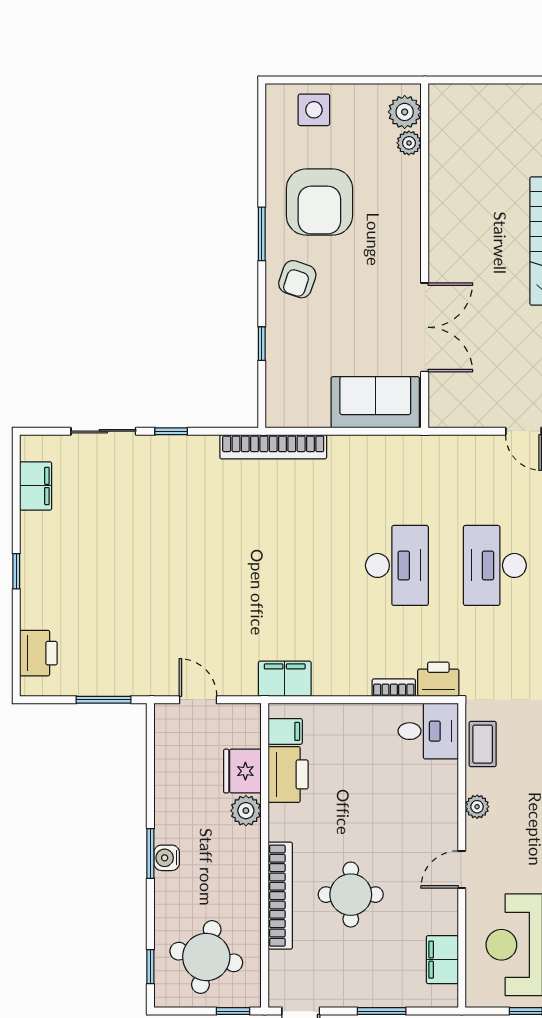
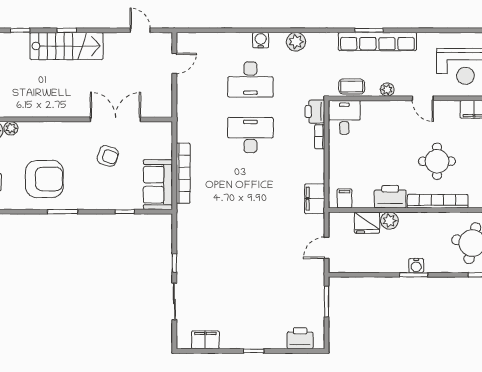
armchair: (297, 279) -> (108, 156), moved
sofa: (375, 402) -> (158, 185), moved
bookcase: (273, 447) -> (183, 173), moved
printer: (288, 774) -> (390, 197), moved

